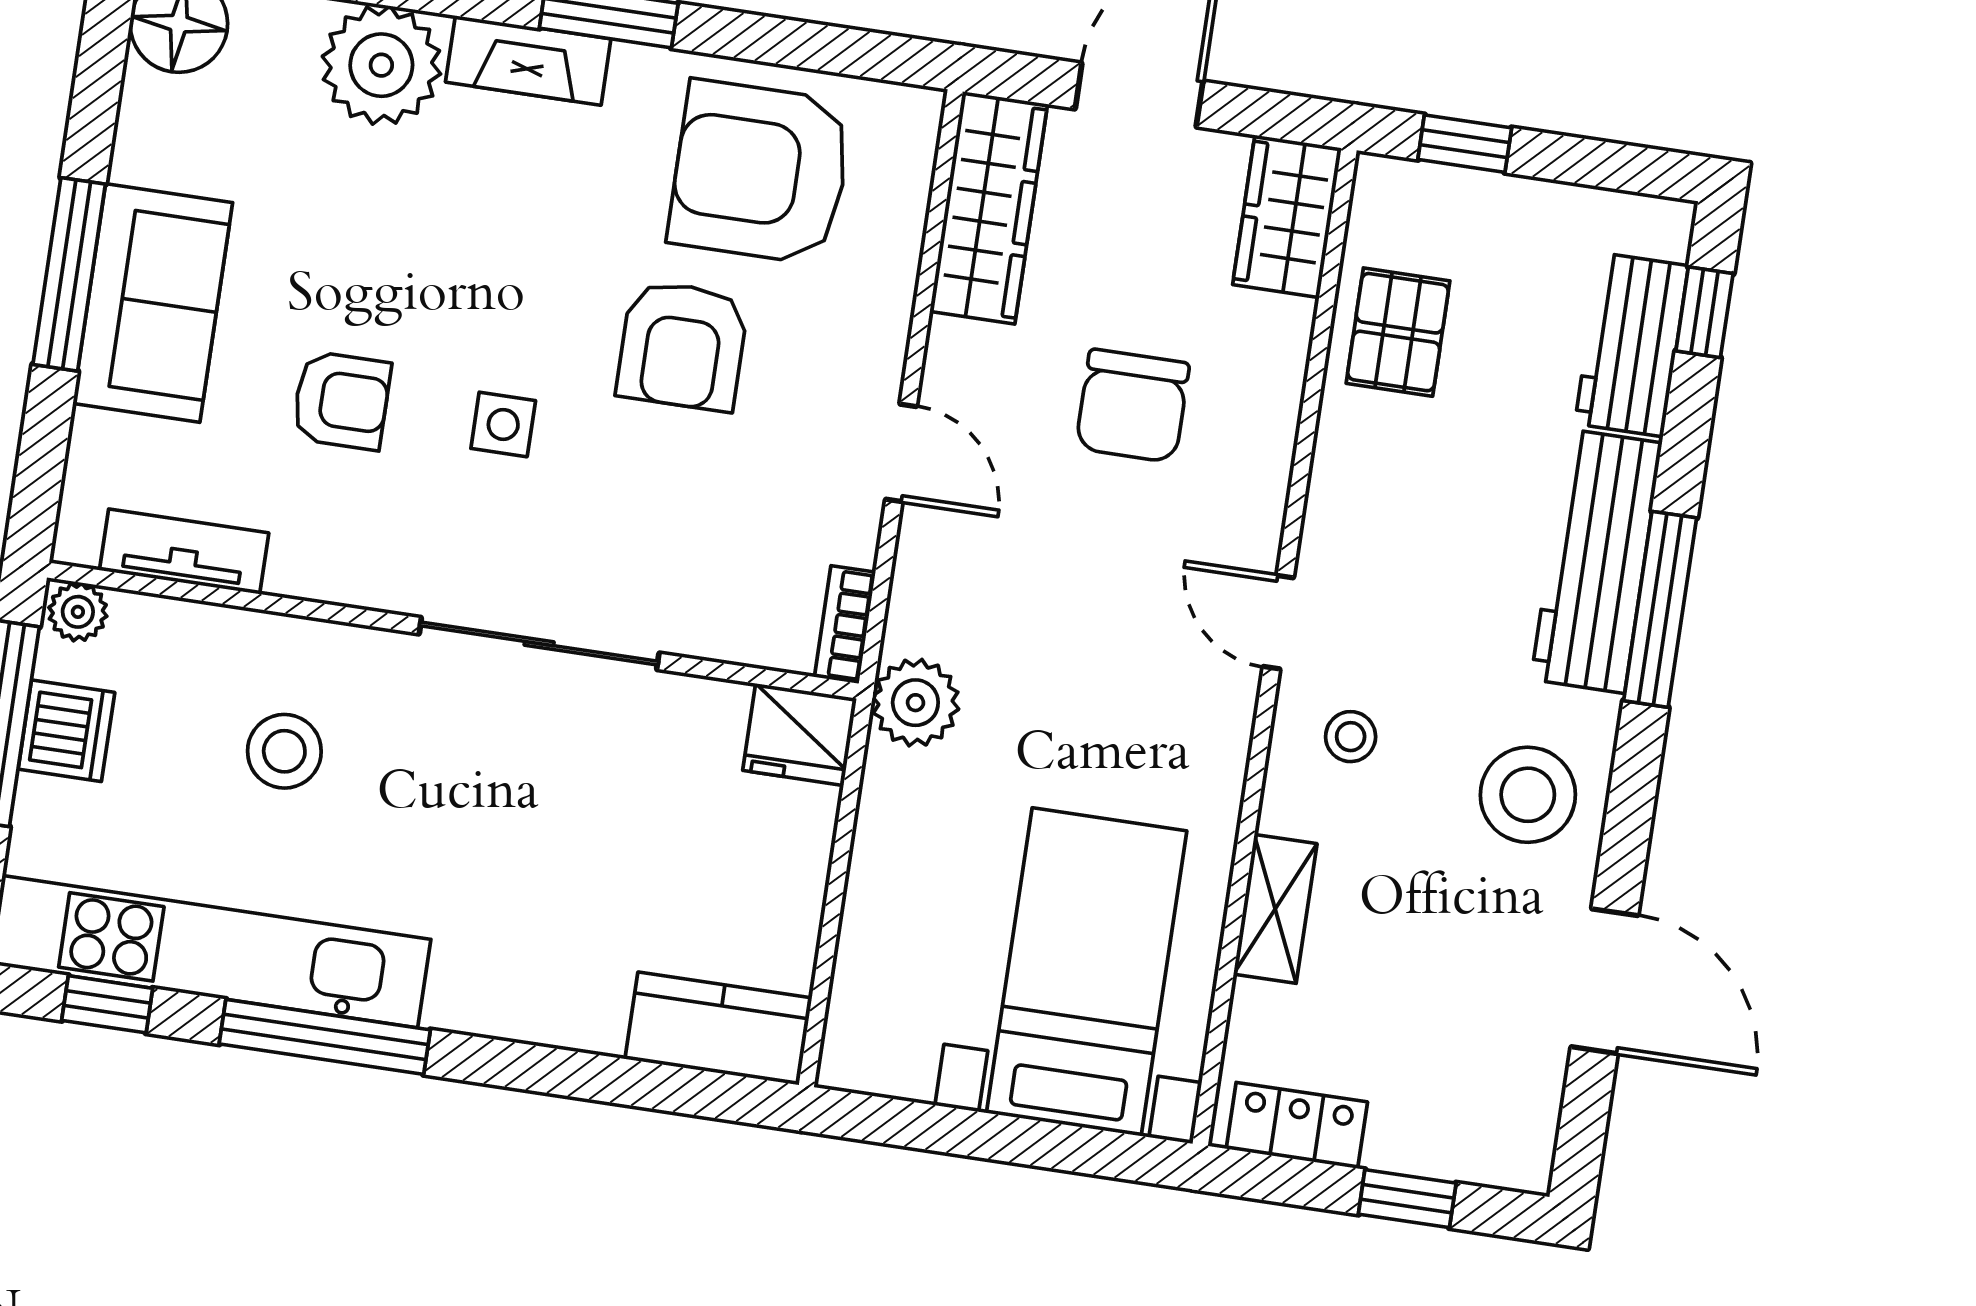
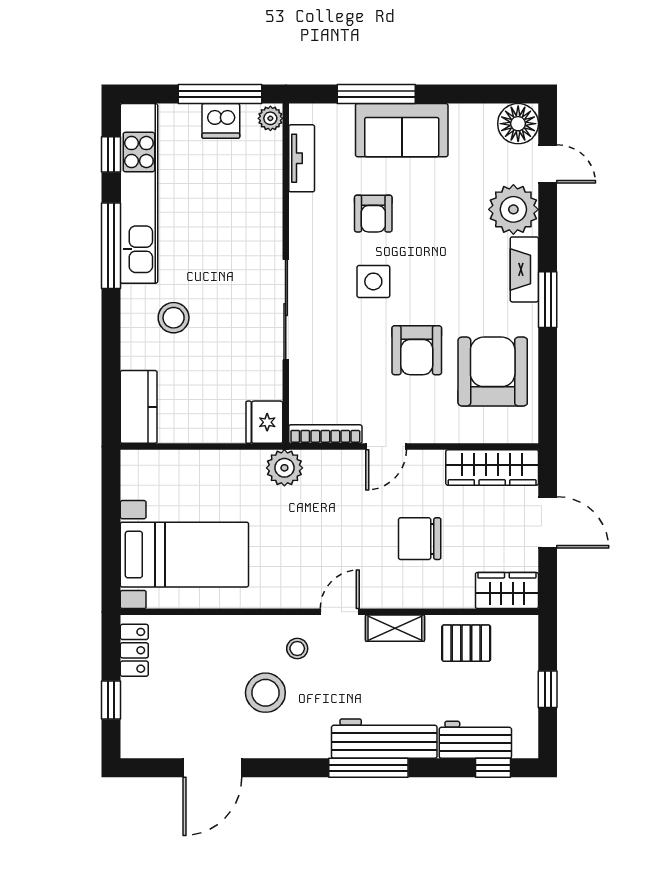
window: (1465, 144) -> (548, 689), moved
window: (69, 274) -> (376, 94), moved
armchair: (682, 346) -> (417, 350), turned -90
side table: (503, 424) -> (373, 281), width x1.37, depth x1.37
bookcase: (845, 625) -> (325, 434), width x1.56
stool: (284, 751) -> (174, 318), moved
stool: (1528, 795) -> (265, 693), moved
shelving: (1275, 909) -> (395, 628), moved

